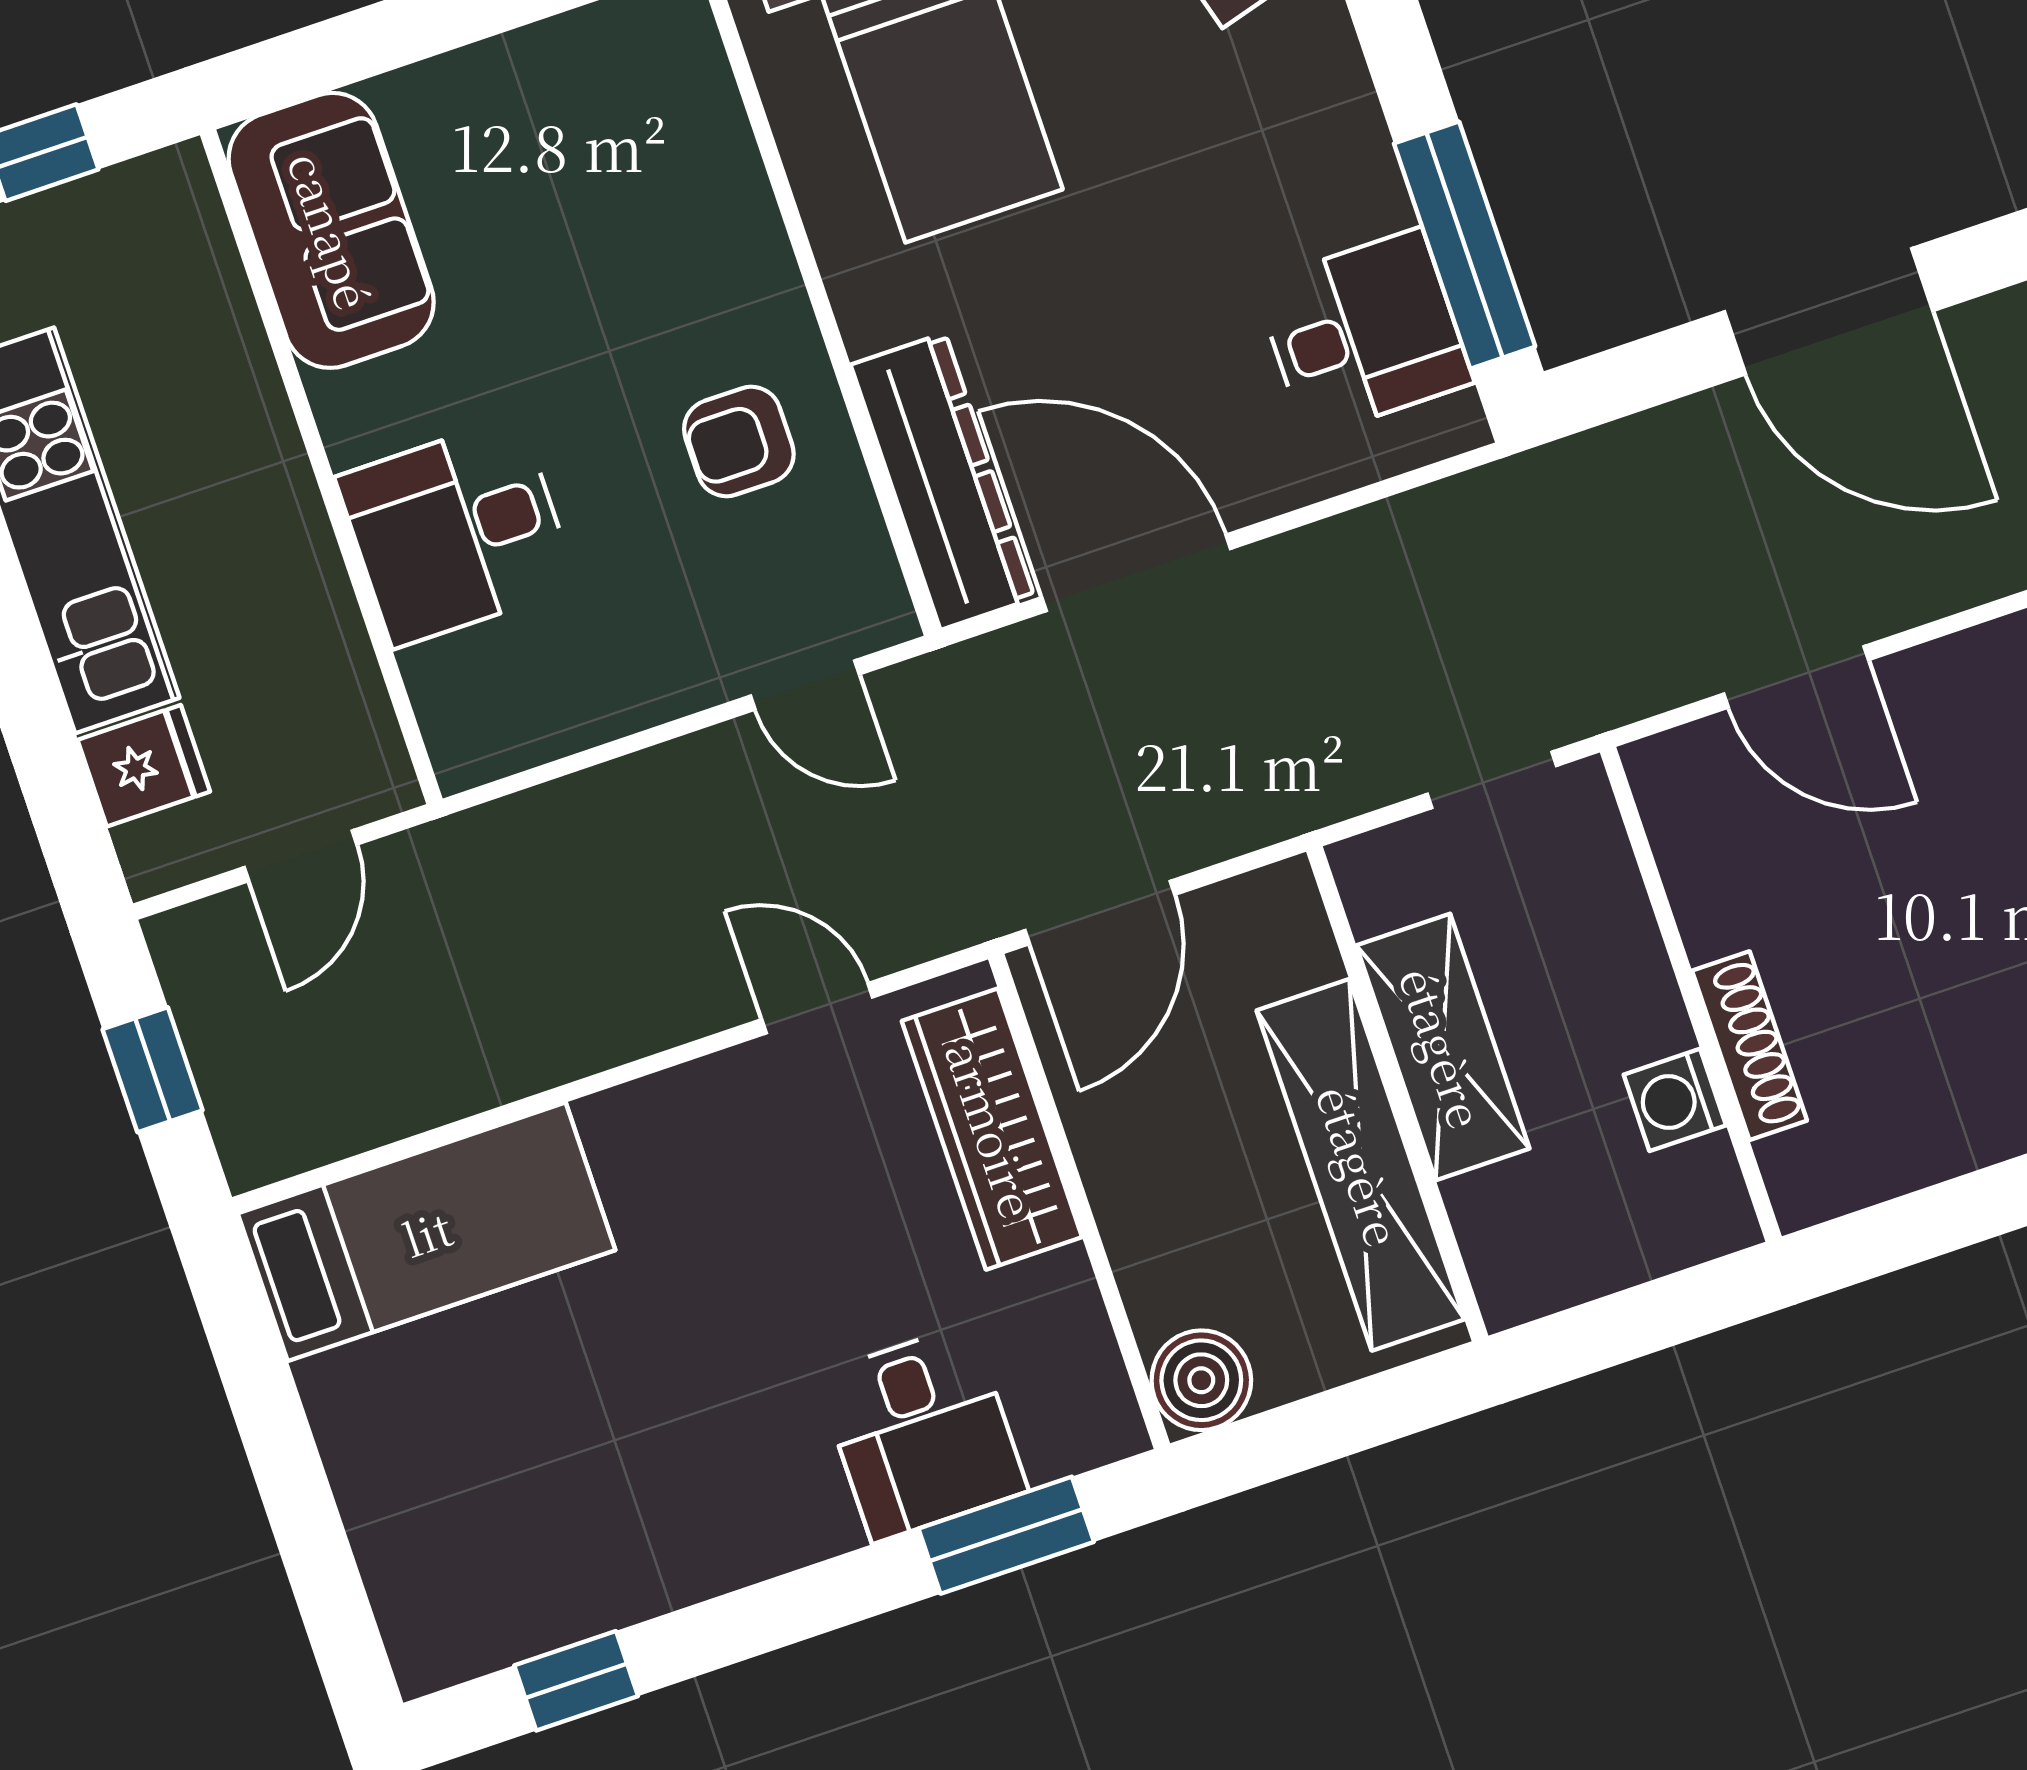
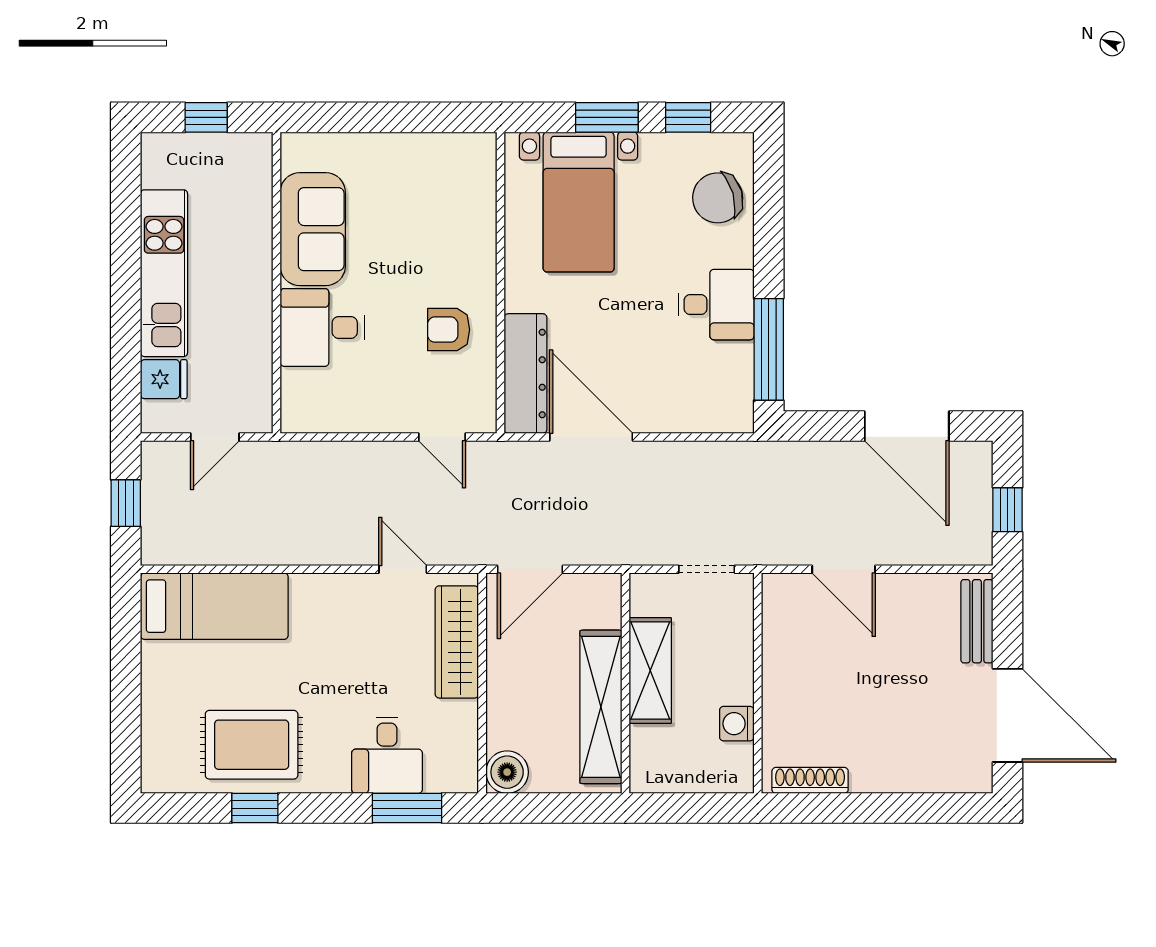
sofa: (331, 230) -> (313, 229), moved
desk: (1364, 333) -> (716, 305), moved
shoe rack: (1749, 1046) -> (810, 780), moved, turned -90
rug: (613, 1511) -> (252, 745), added
window: (576, 1681) -> (255, 808), moved

